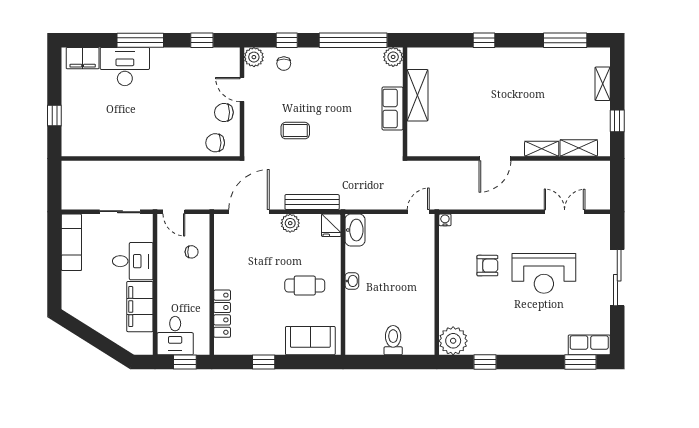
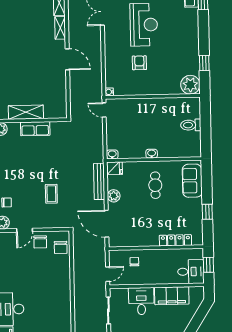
washbasin: (355, 230) -> (112, 154), width x0.52, depth x0.69

